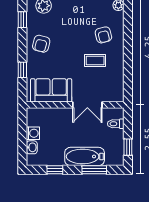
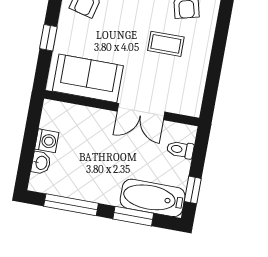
bathtub: (85, 156) -> (153, 198), moved
window: (55, 170) -> (71, 205), width x2.17

